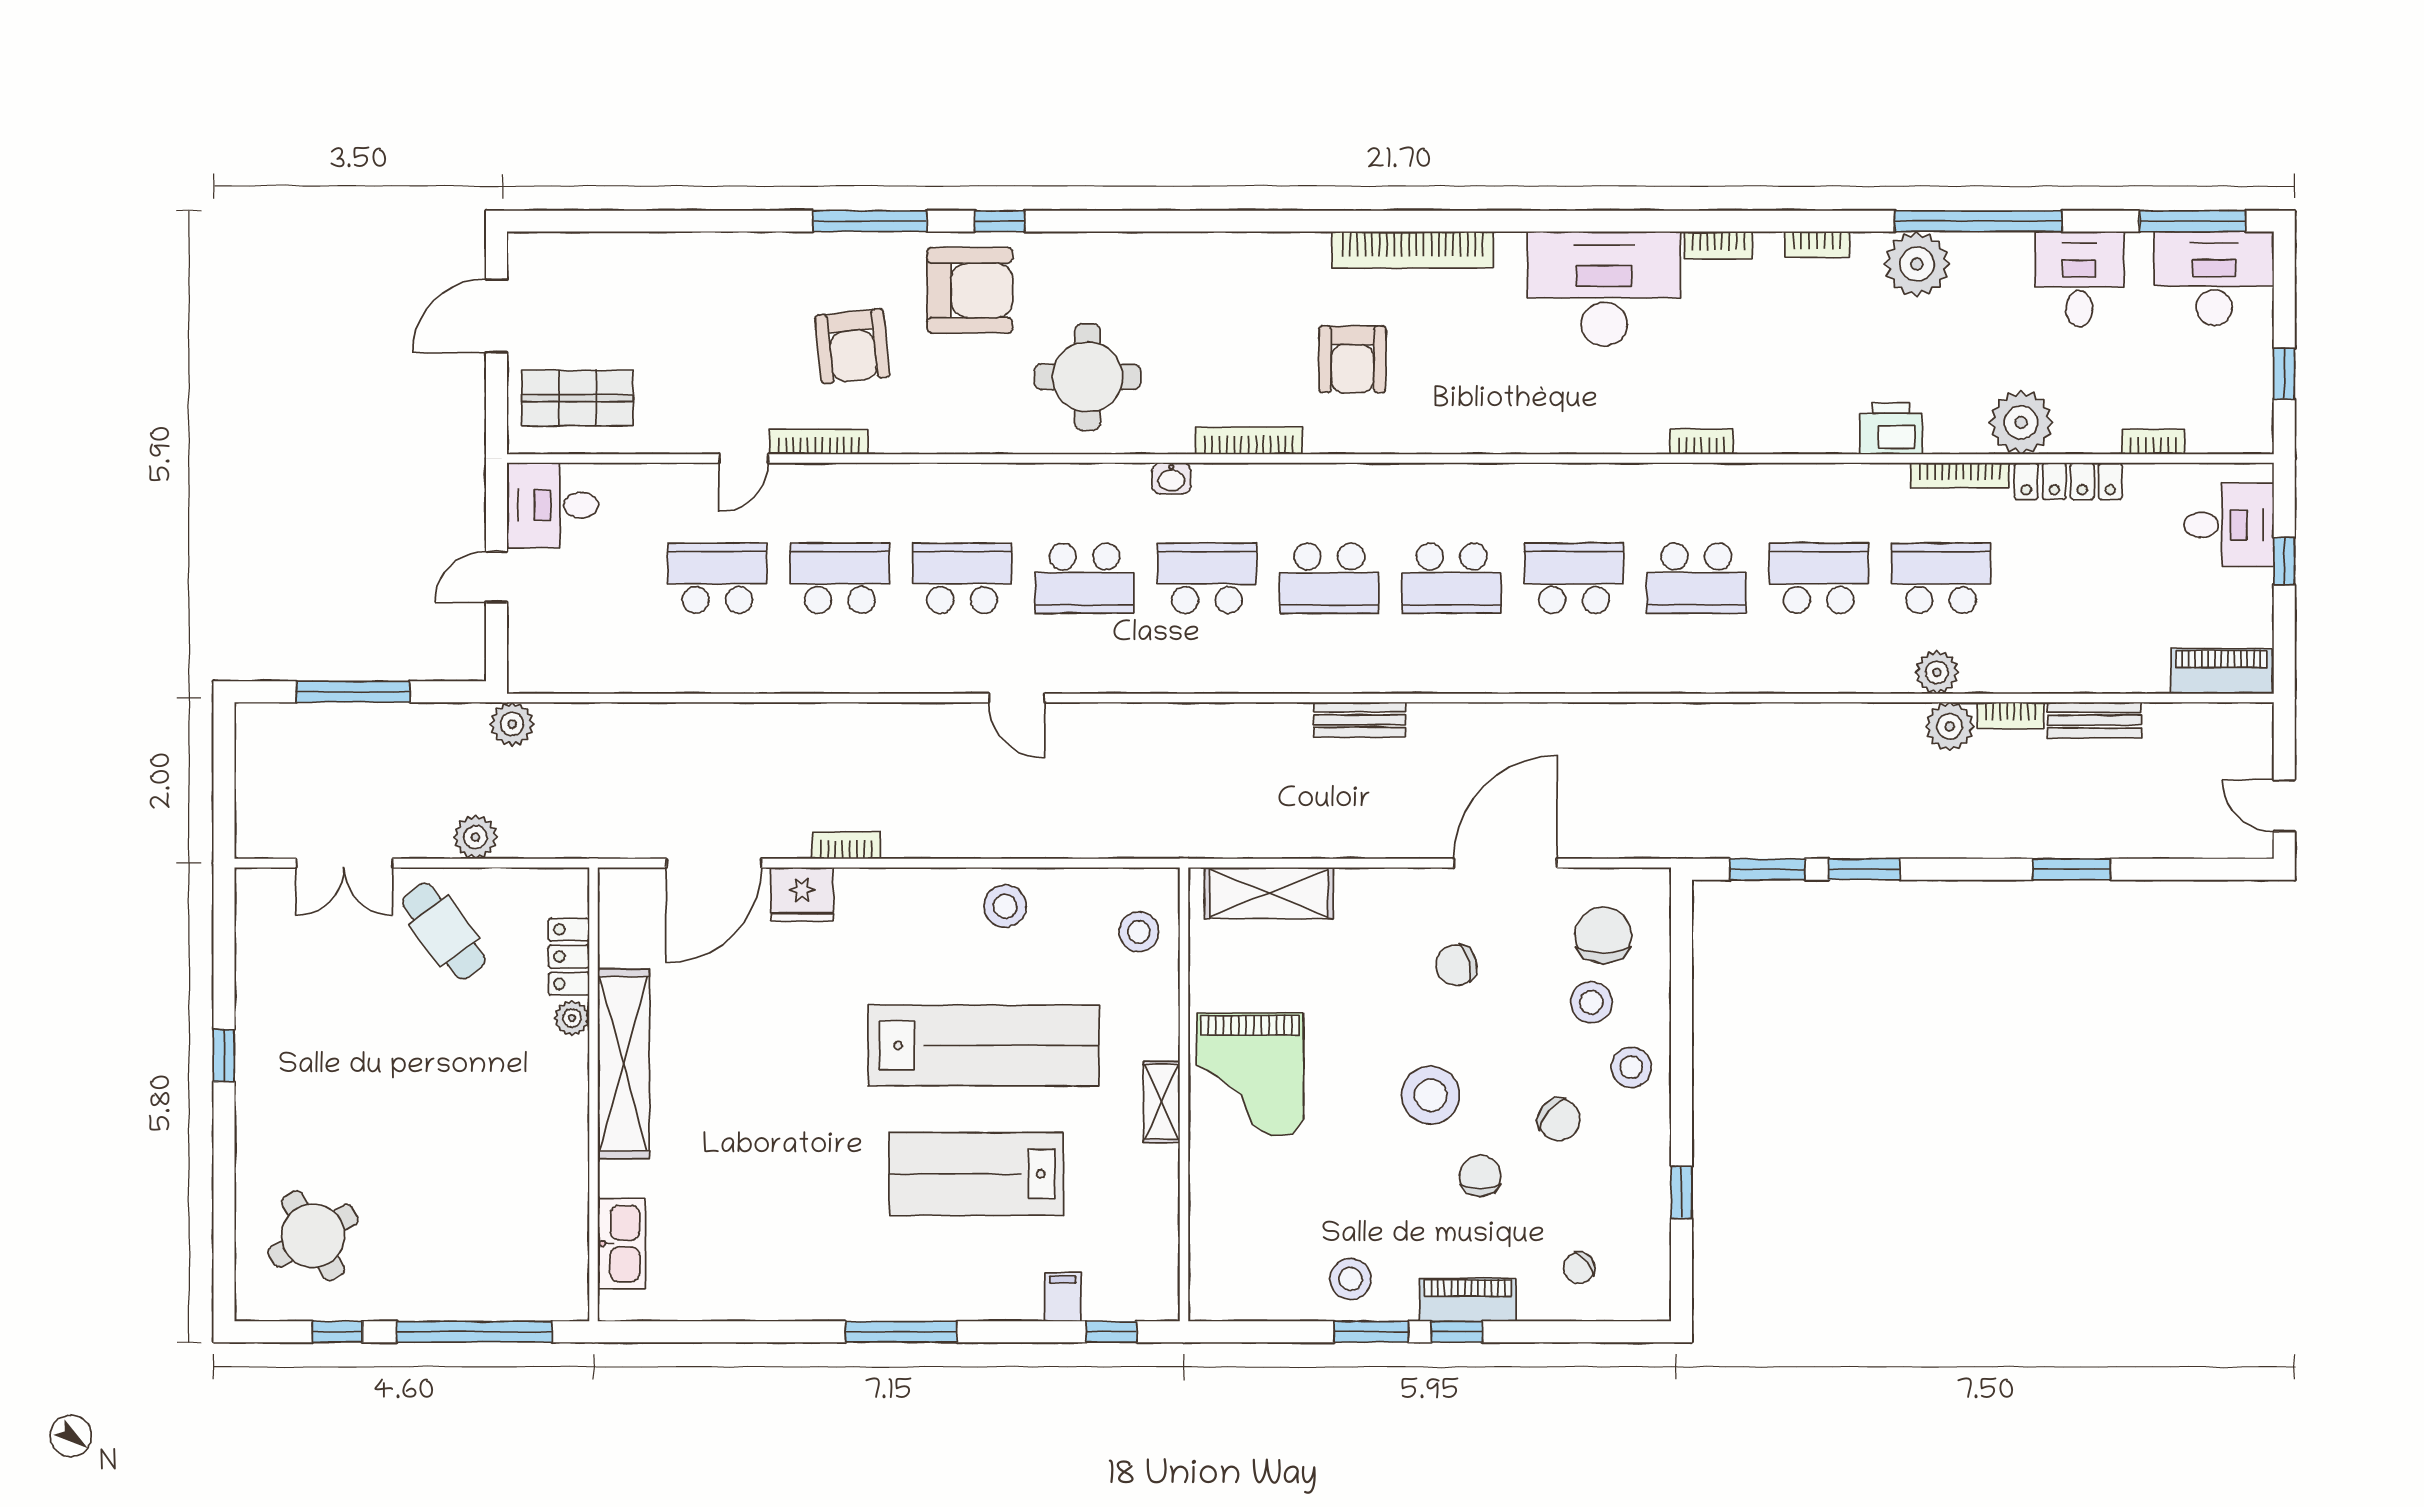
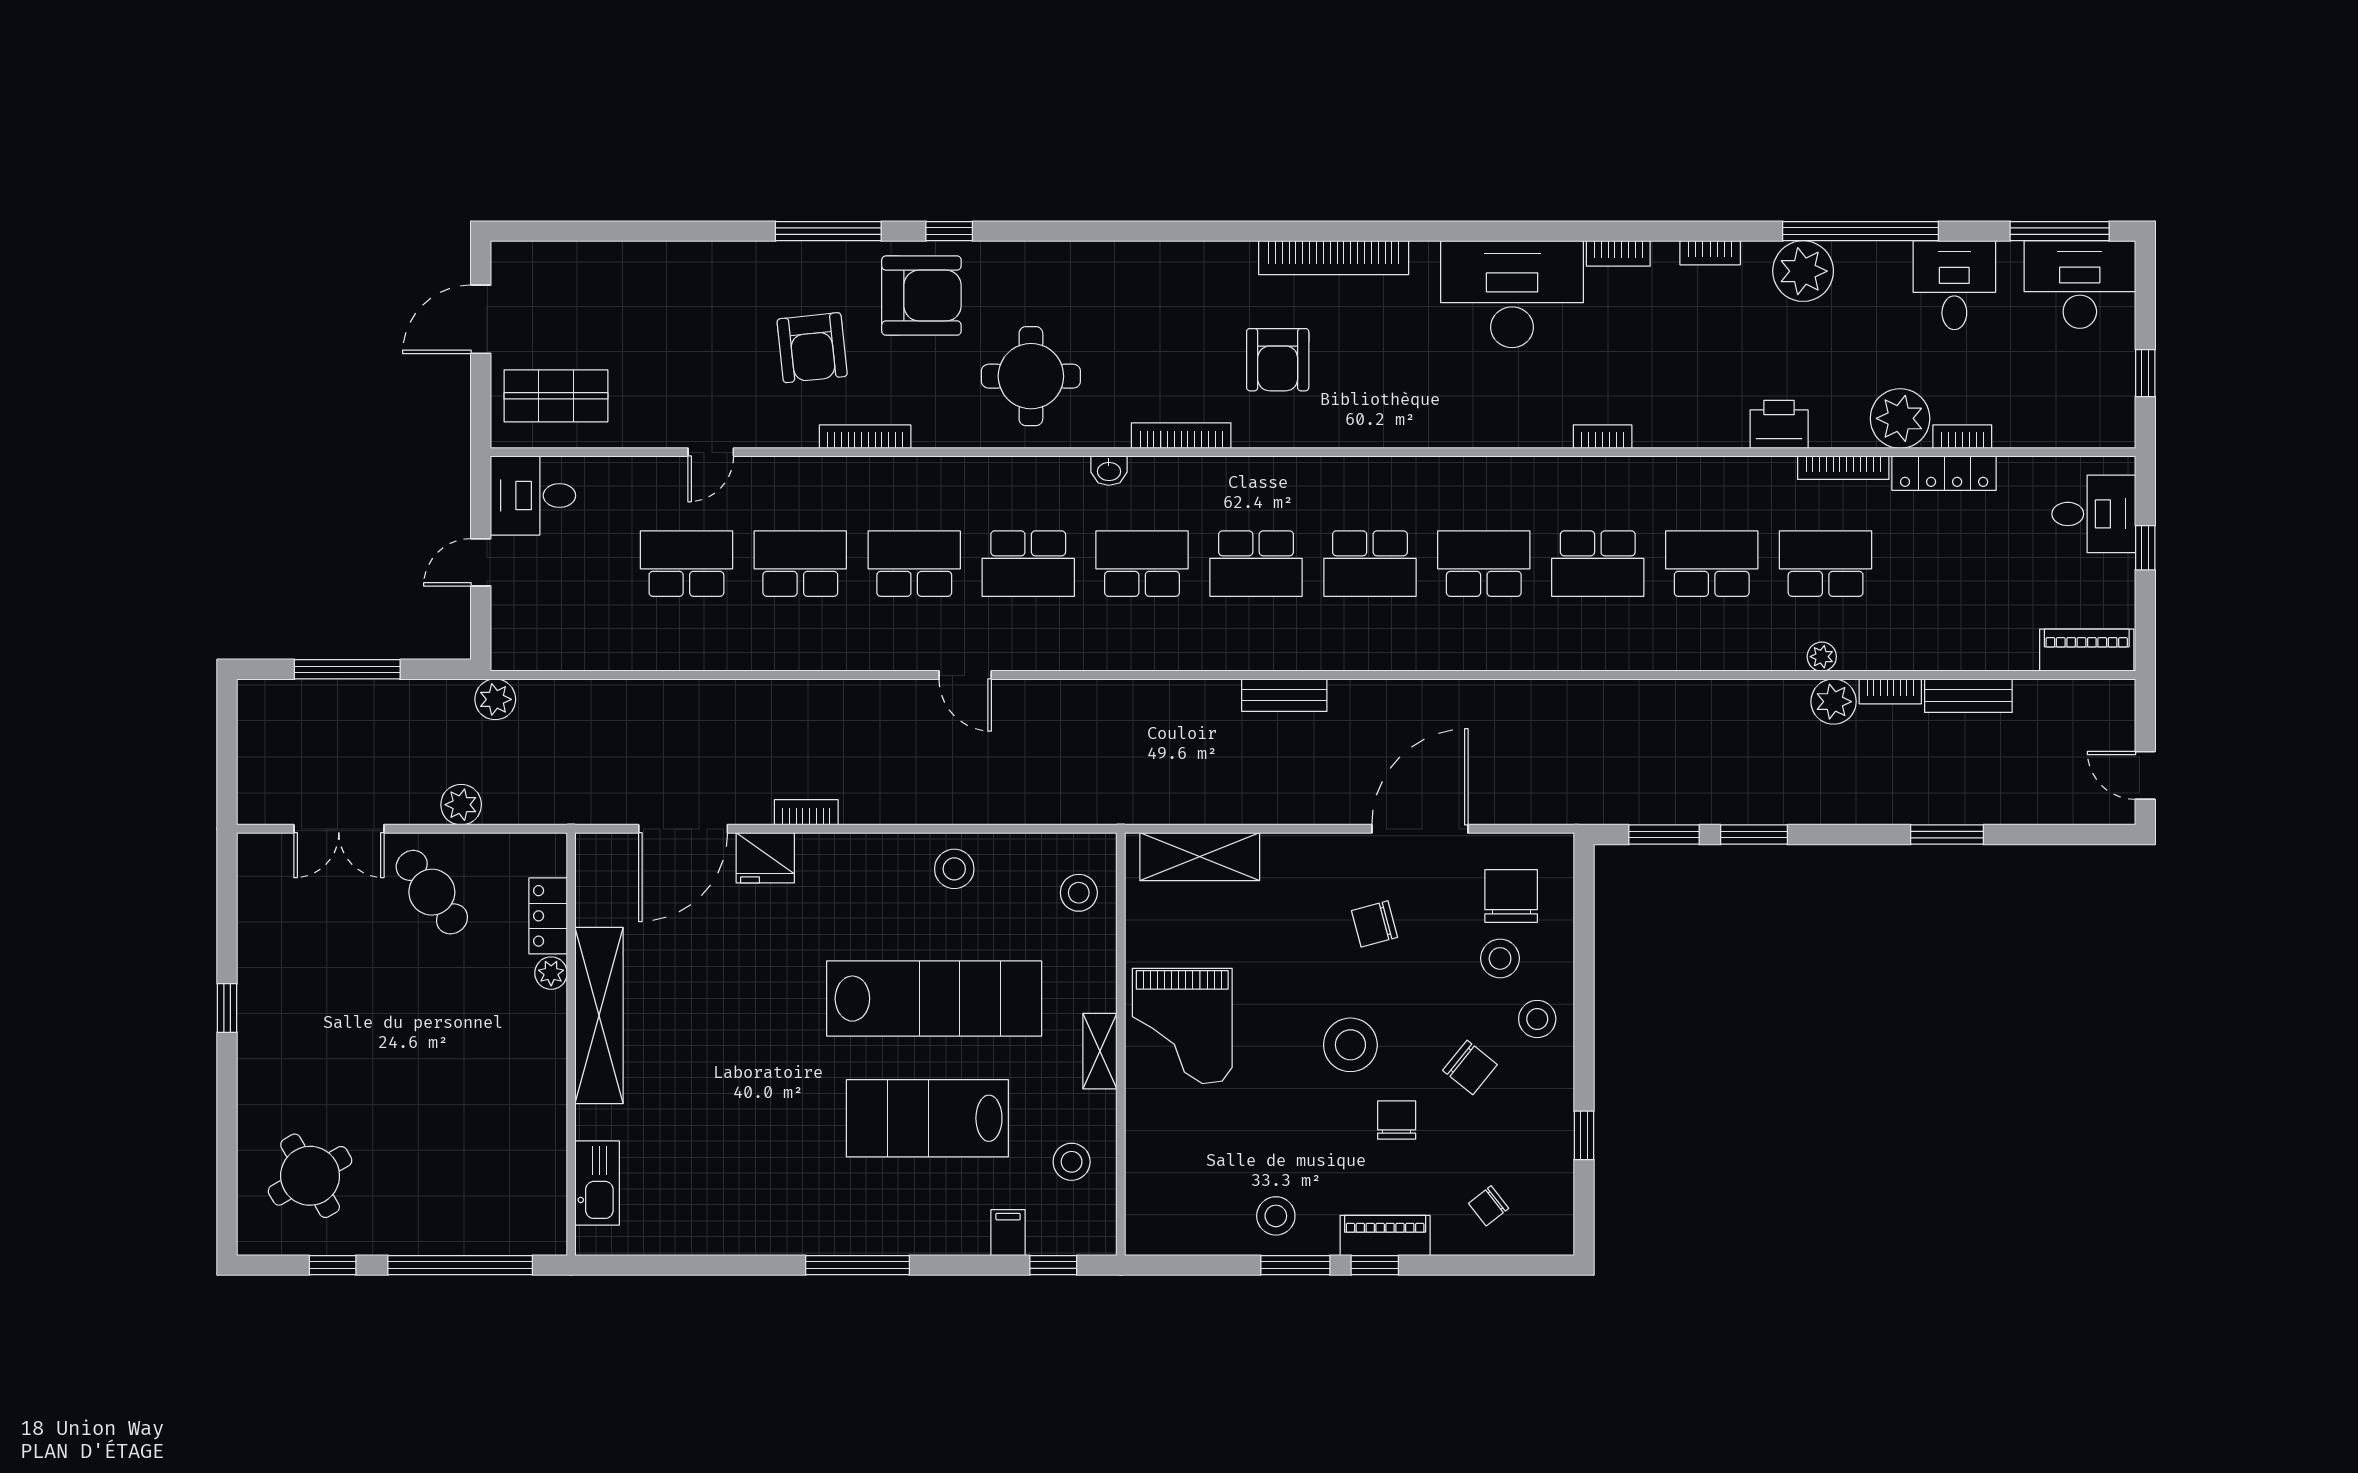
bookcase: (819, 442) -> (865, 437), moved
bookcase: (2153, 442) -> (1962, 437), moved
plant: (1937, 672) -> (1822, 657), width x0.73, depth x0.73
stool: (1131, 1221) -> (1072, 1162), added

